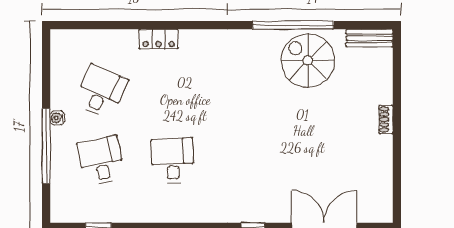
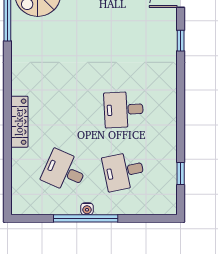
locker: (159, 39) -> (19, 122), width x1.53
window: (46, 146) -> (86, 218), moved

